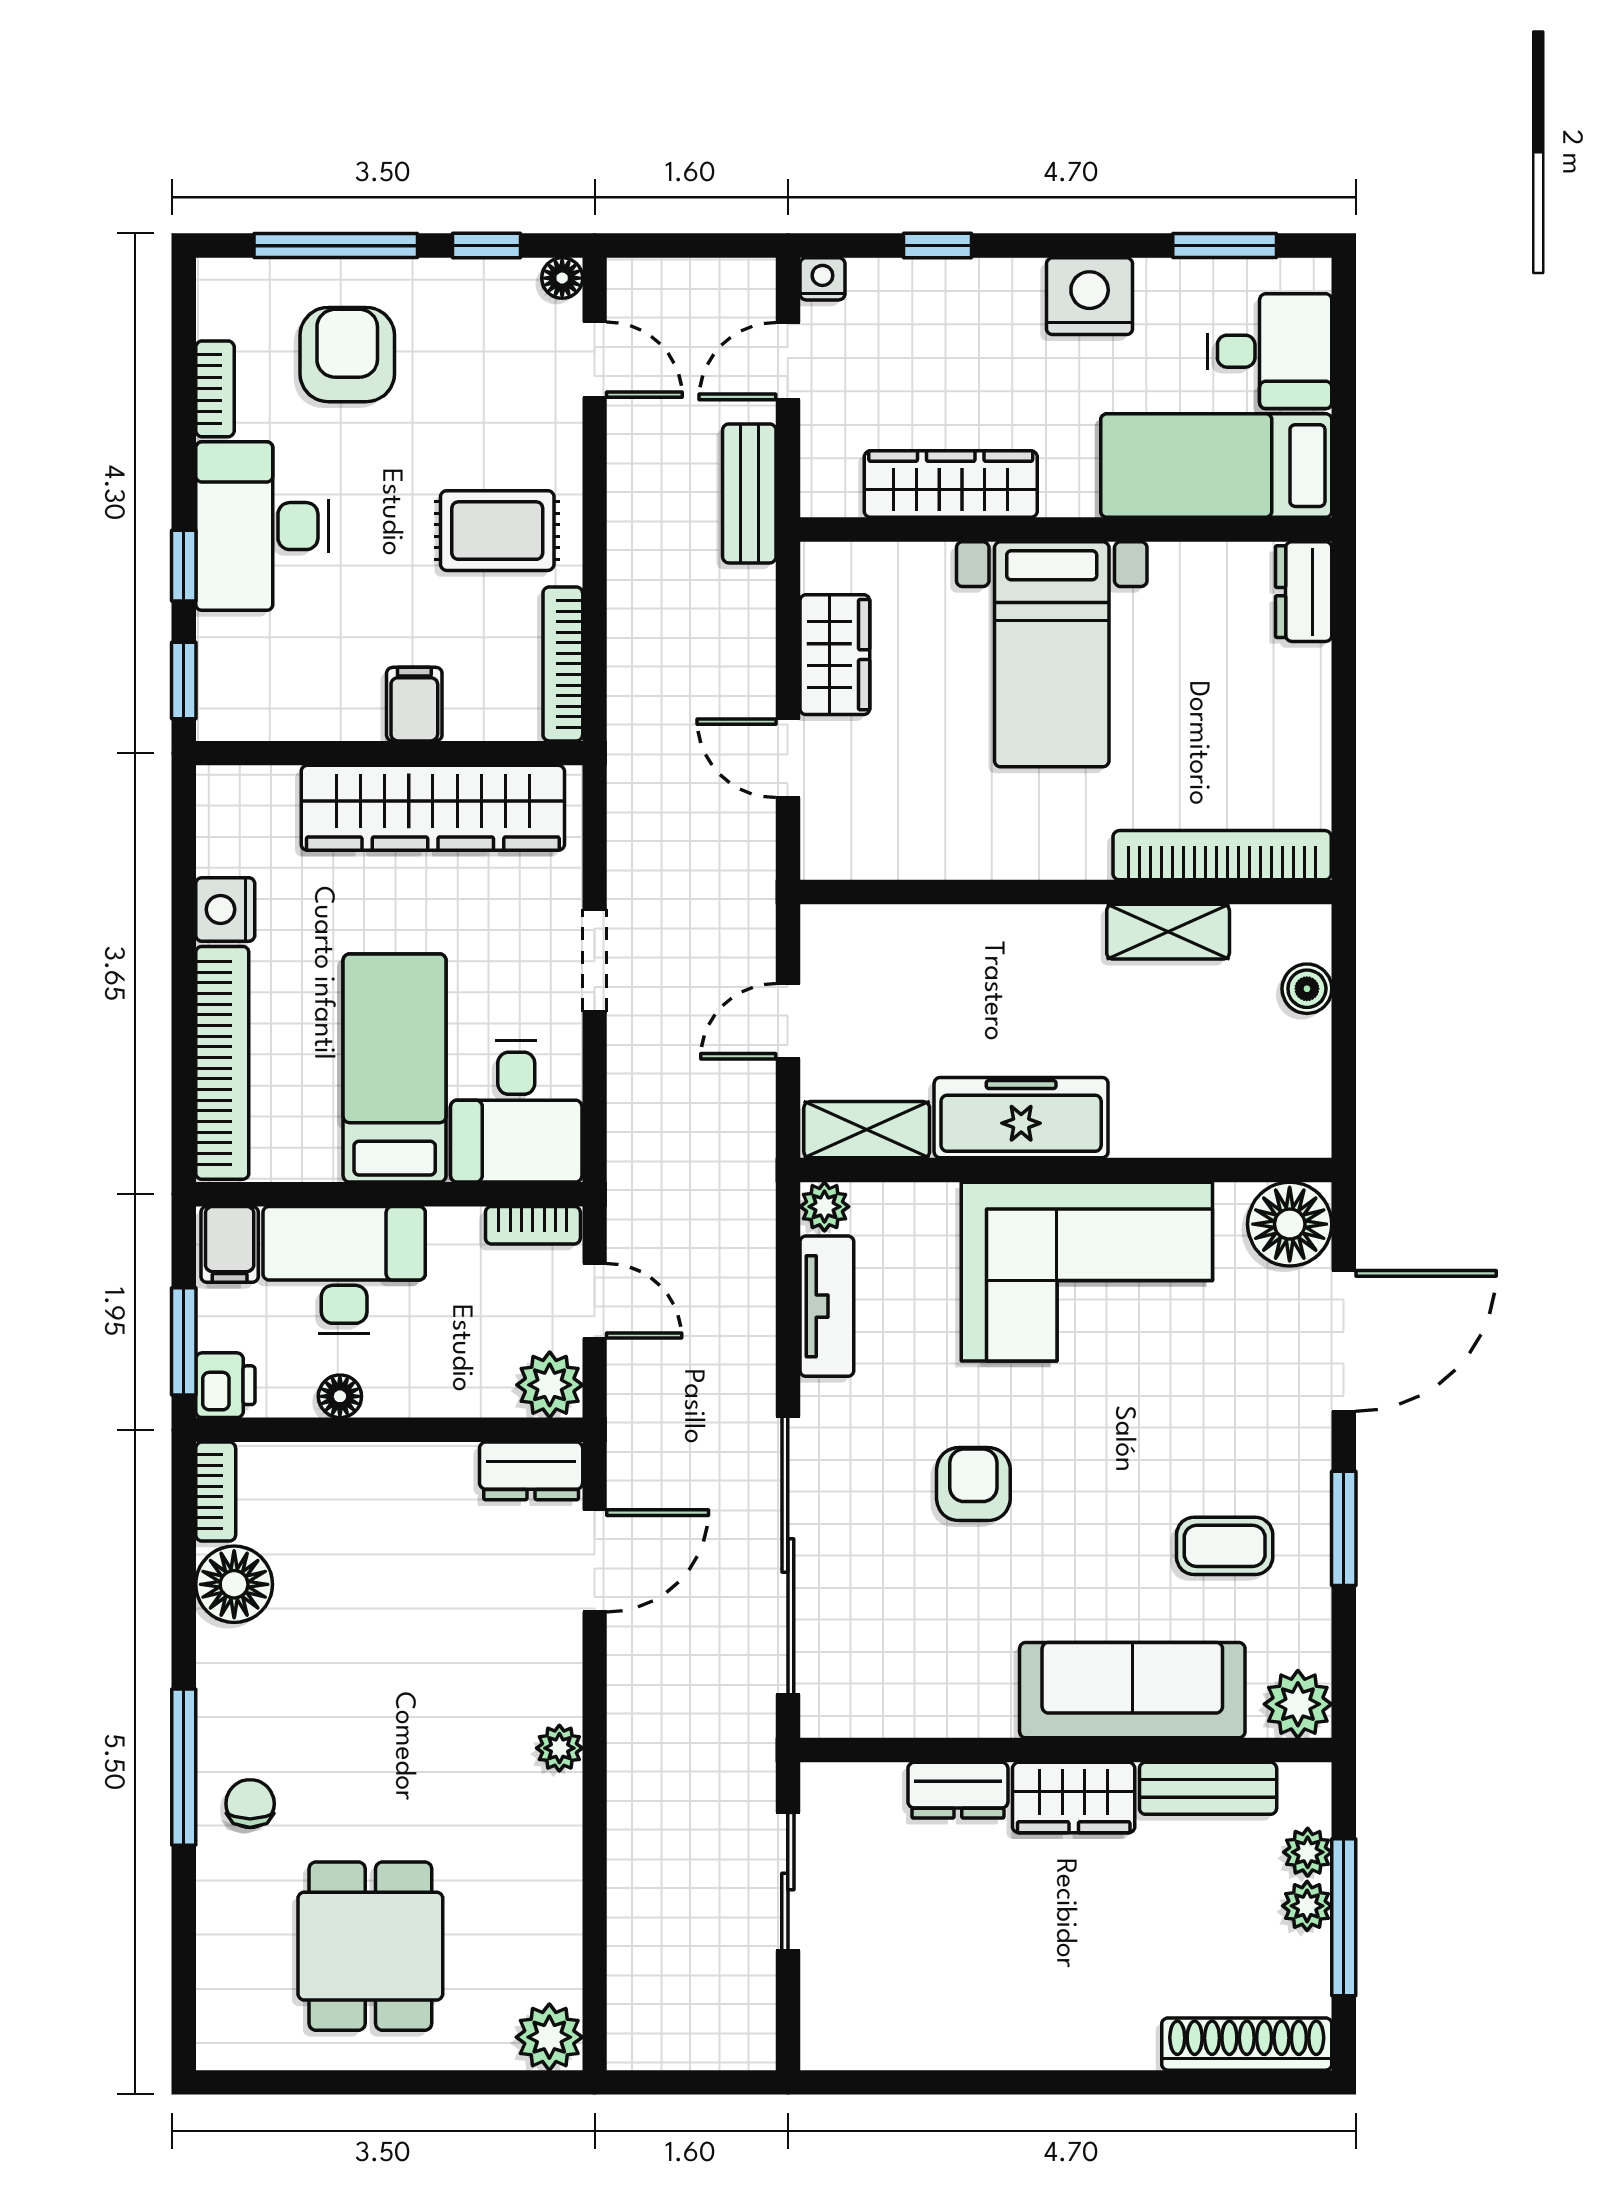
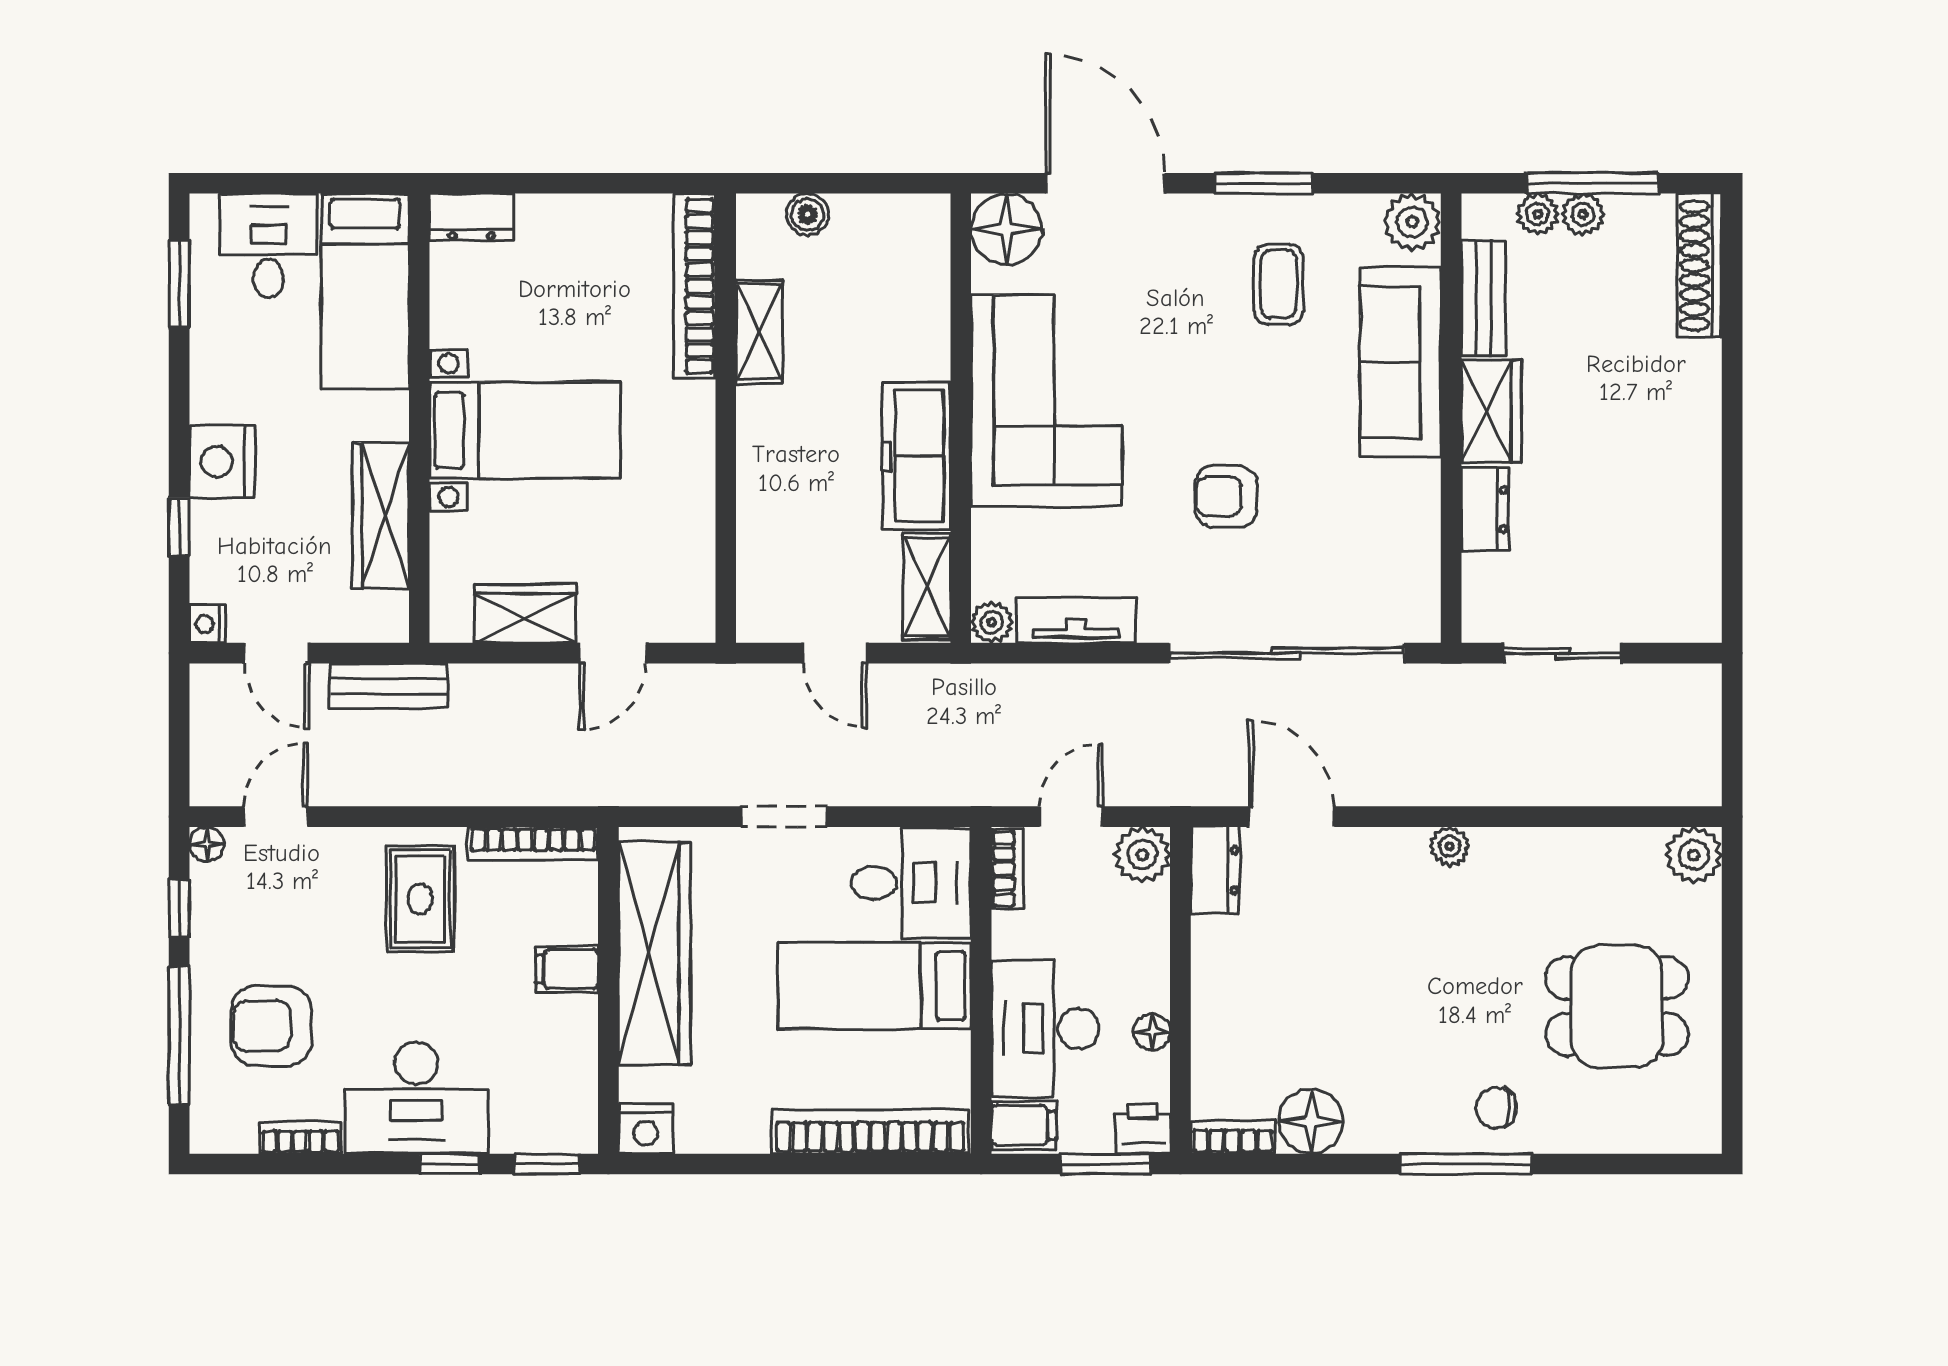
nightstand: (1090, 296) -> (222, 461), moved
nightstand: (225, 909) -> (646, 1129), moved

